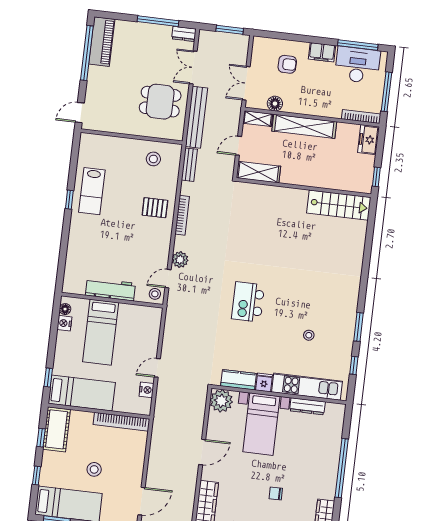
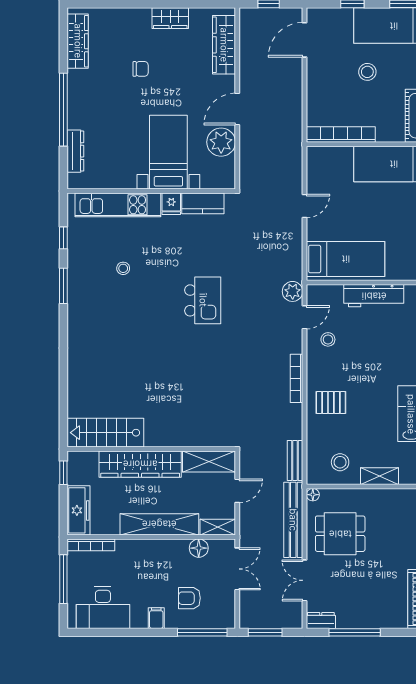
window: (358, 45) -> (202, 632), moved
filing cabinet: (322, 52) -> (156, 618), width x0.50
double door: (193, 68) -> (305, 580), swing flipped
floor lamp: (178, 136) -> (313, 495), added
freezer: (368, 140) -> (78, 510), width x1.40
shelving: (123, 144) -> (379, 476), added
wardrobe: (314, 177) -> (140, 464), added
bookcase: (182, 215) -> (296, 378), moved
plant: (180, 260) -> (293, 291), moved
stool: (155, 294) -> (328, 339), moved
bed: (101, 332) -> (346, 259), moved, turned 90
nightstand: (146, 390) -> (315, 177), removed
plant: (221, 401) -> (221, 142), moved
dresser: (307, 406) -> (75, 151), moved, turned 90

